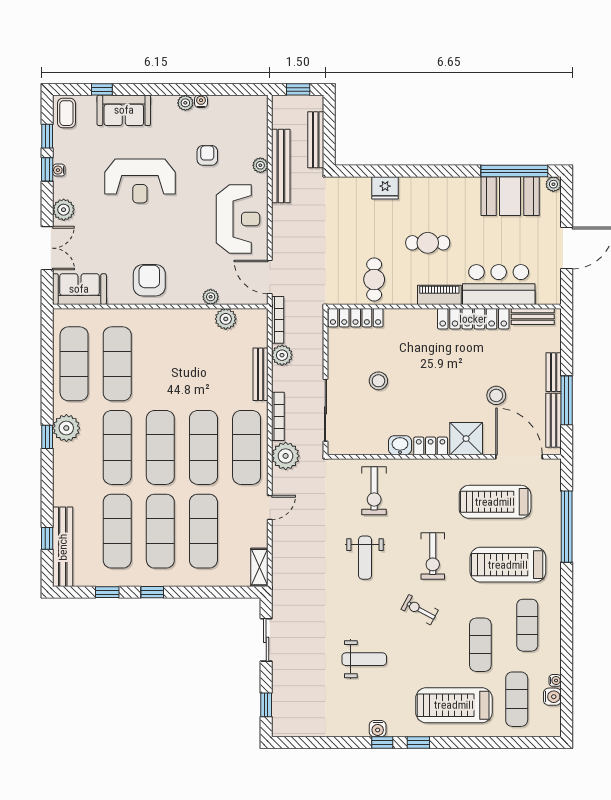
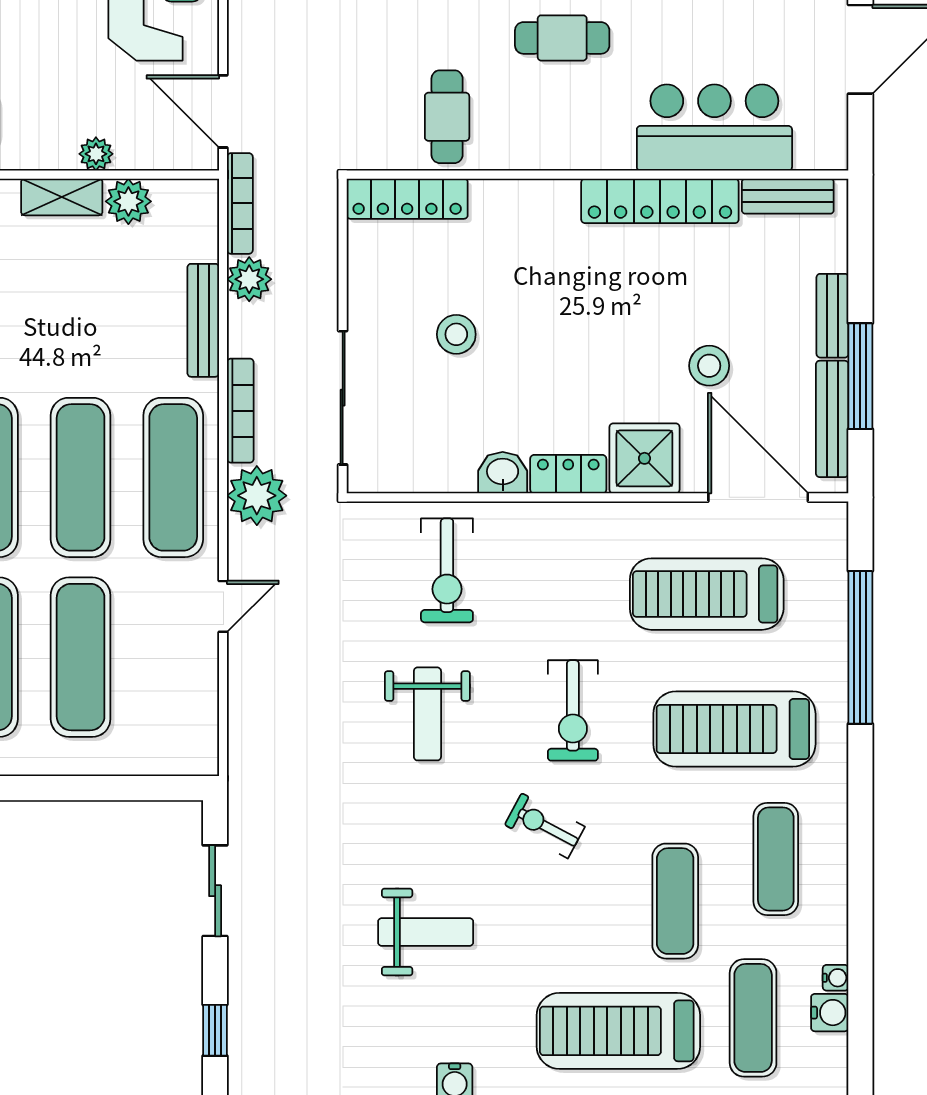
piano: (439, 295) -> (587, 150), removed
shelving: (259, 567) -> (62, 197), moved, turned 90

